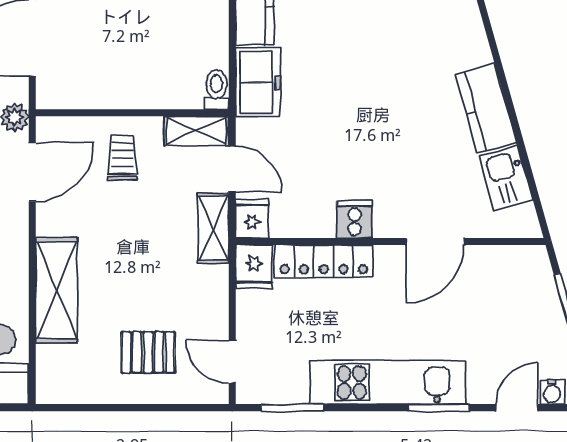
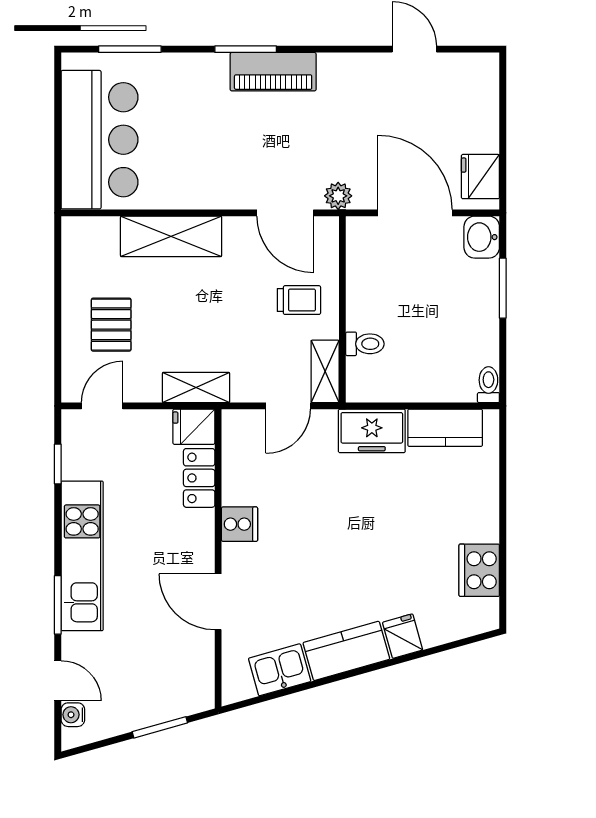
toilet: (217, 90) -> (365, 344), moved
fridge: (252, 219) -> (403, 636), moved, turned -106
shelving: (213, 228) -> (196, 387), moved
locker: (324, 261) -> (199, 478), width x0.66
window: (292, 408) -> (58, 464), width x0.67

